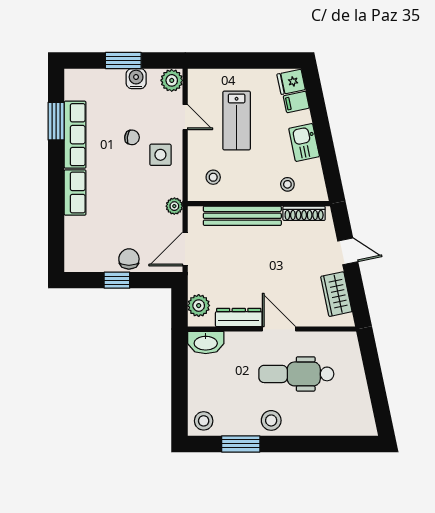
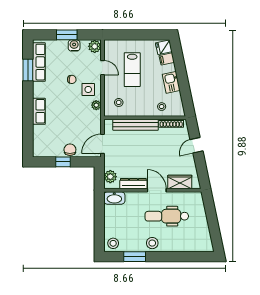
row of seats: (75, 135) -> (39, 62), moved
plant: (174, 206) -> (96, 105), moved
door: (348, 251) -> (197, 145), swing flipped
wardrobe: (336, 294) -> (180, 182), moved, turned 102

